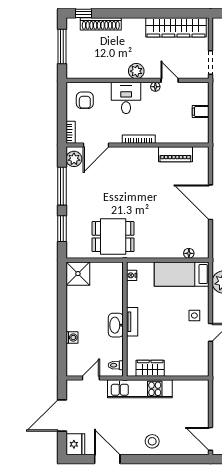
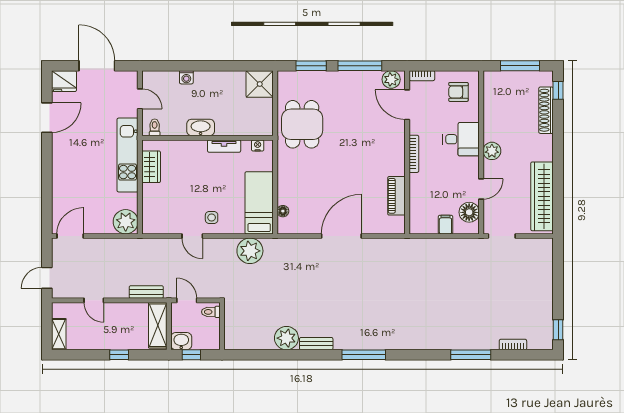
floor lamp: (155, 87) -> (469, 212), moved, width x1.89, depth x1.89
tv unit: (132, 322) -> (224, 146), moved
plant: (198, 390) -> (126, 222), added
stool: (152, 441) -> (67, 169), removed

